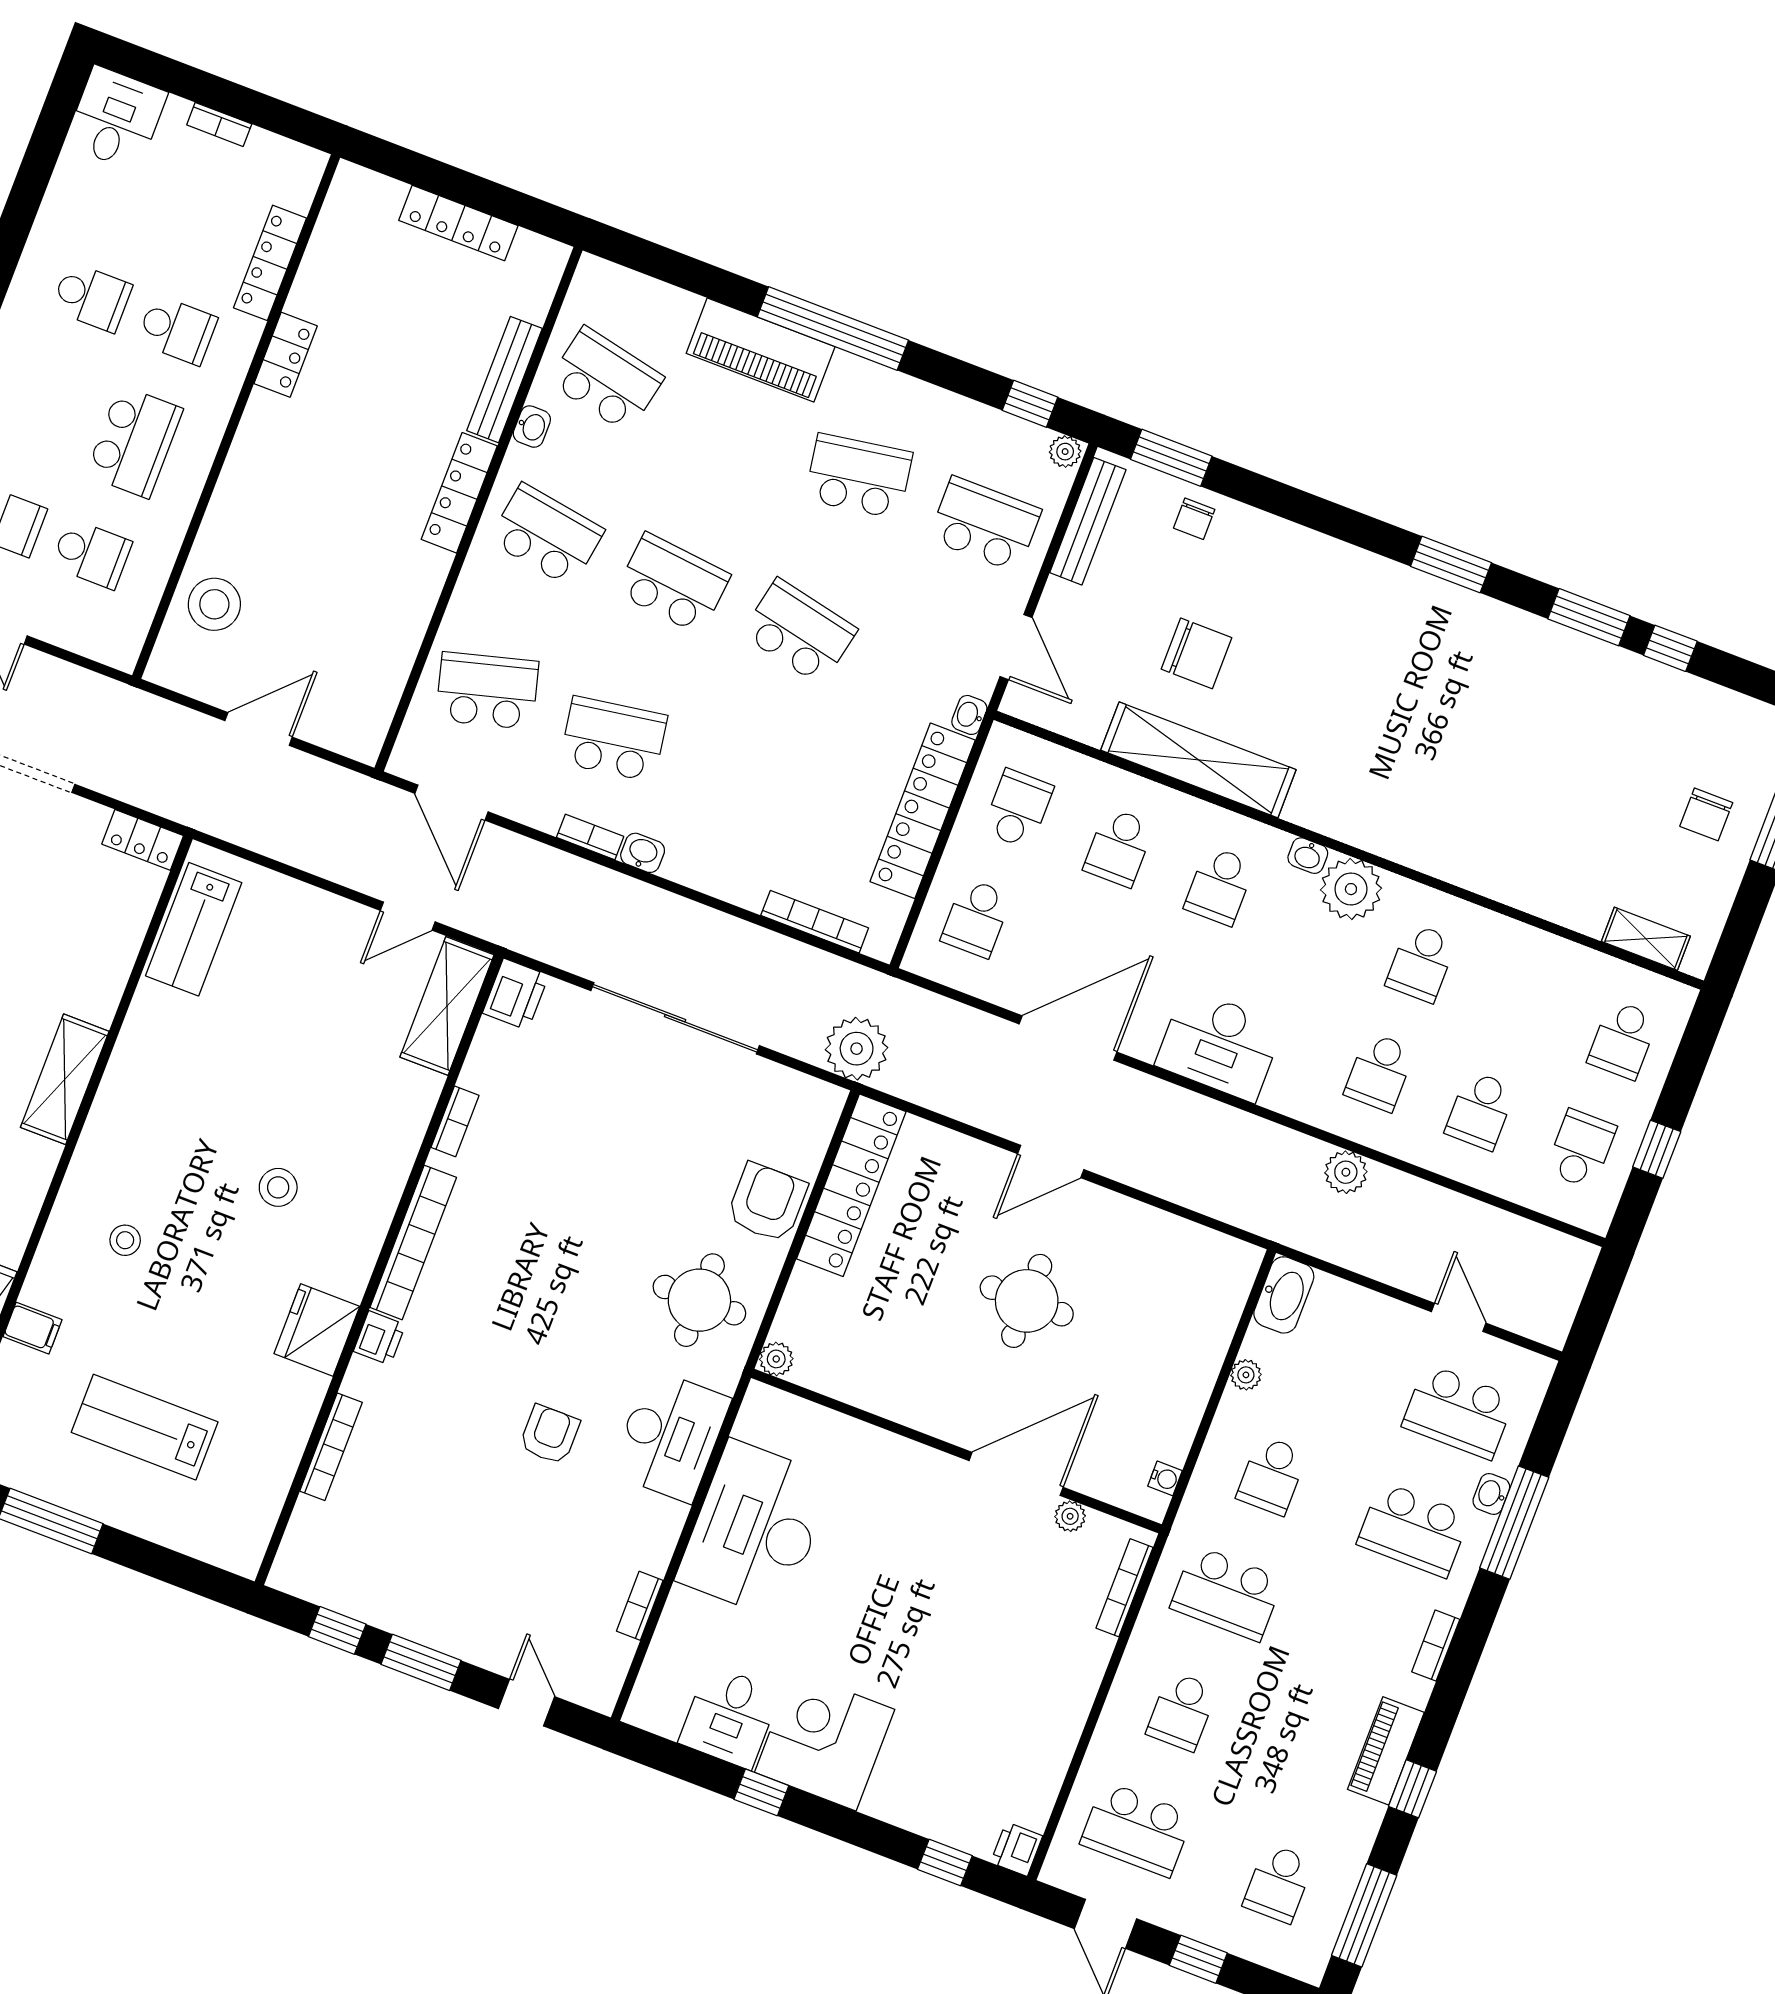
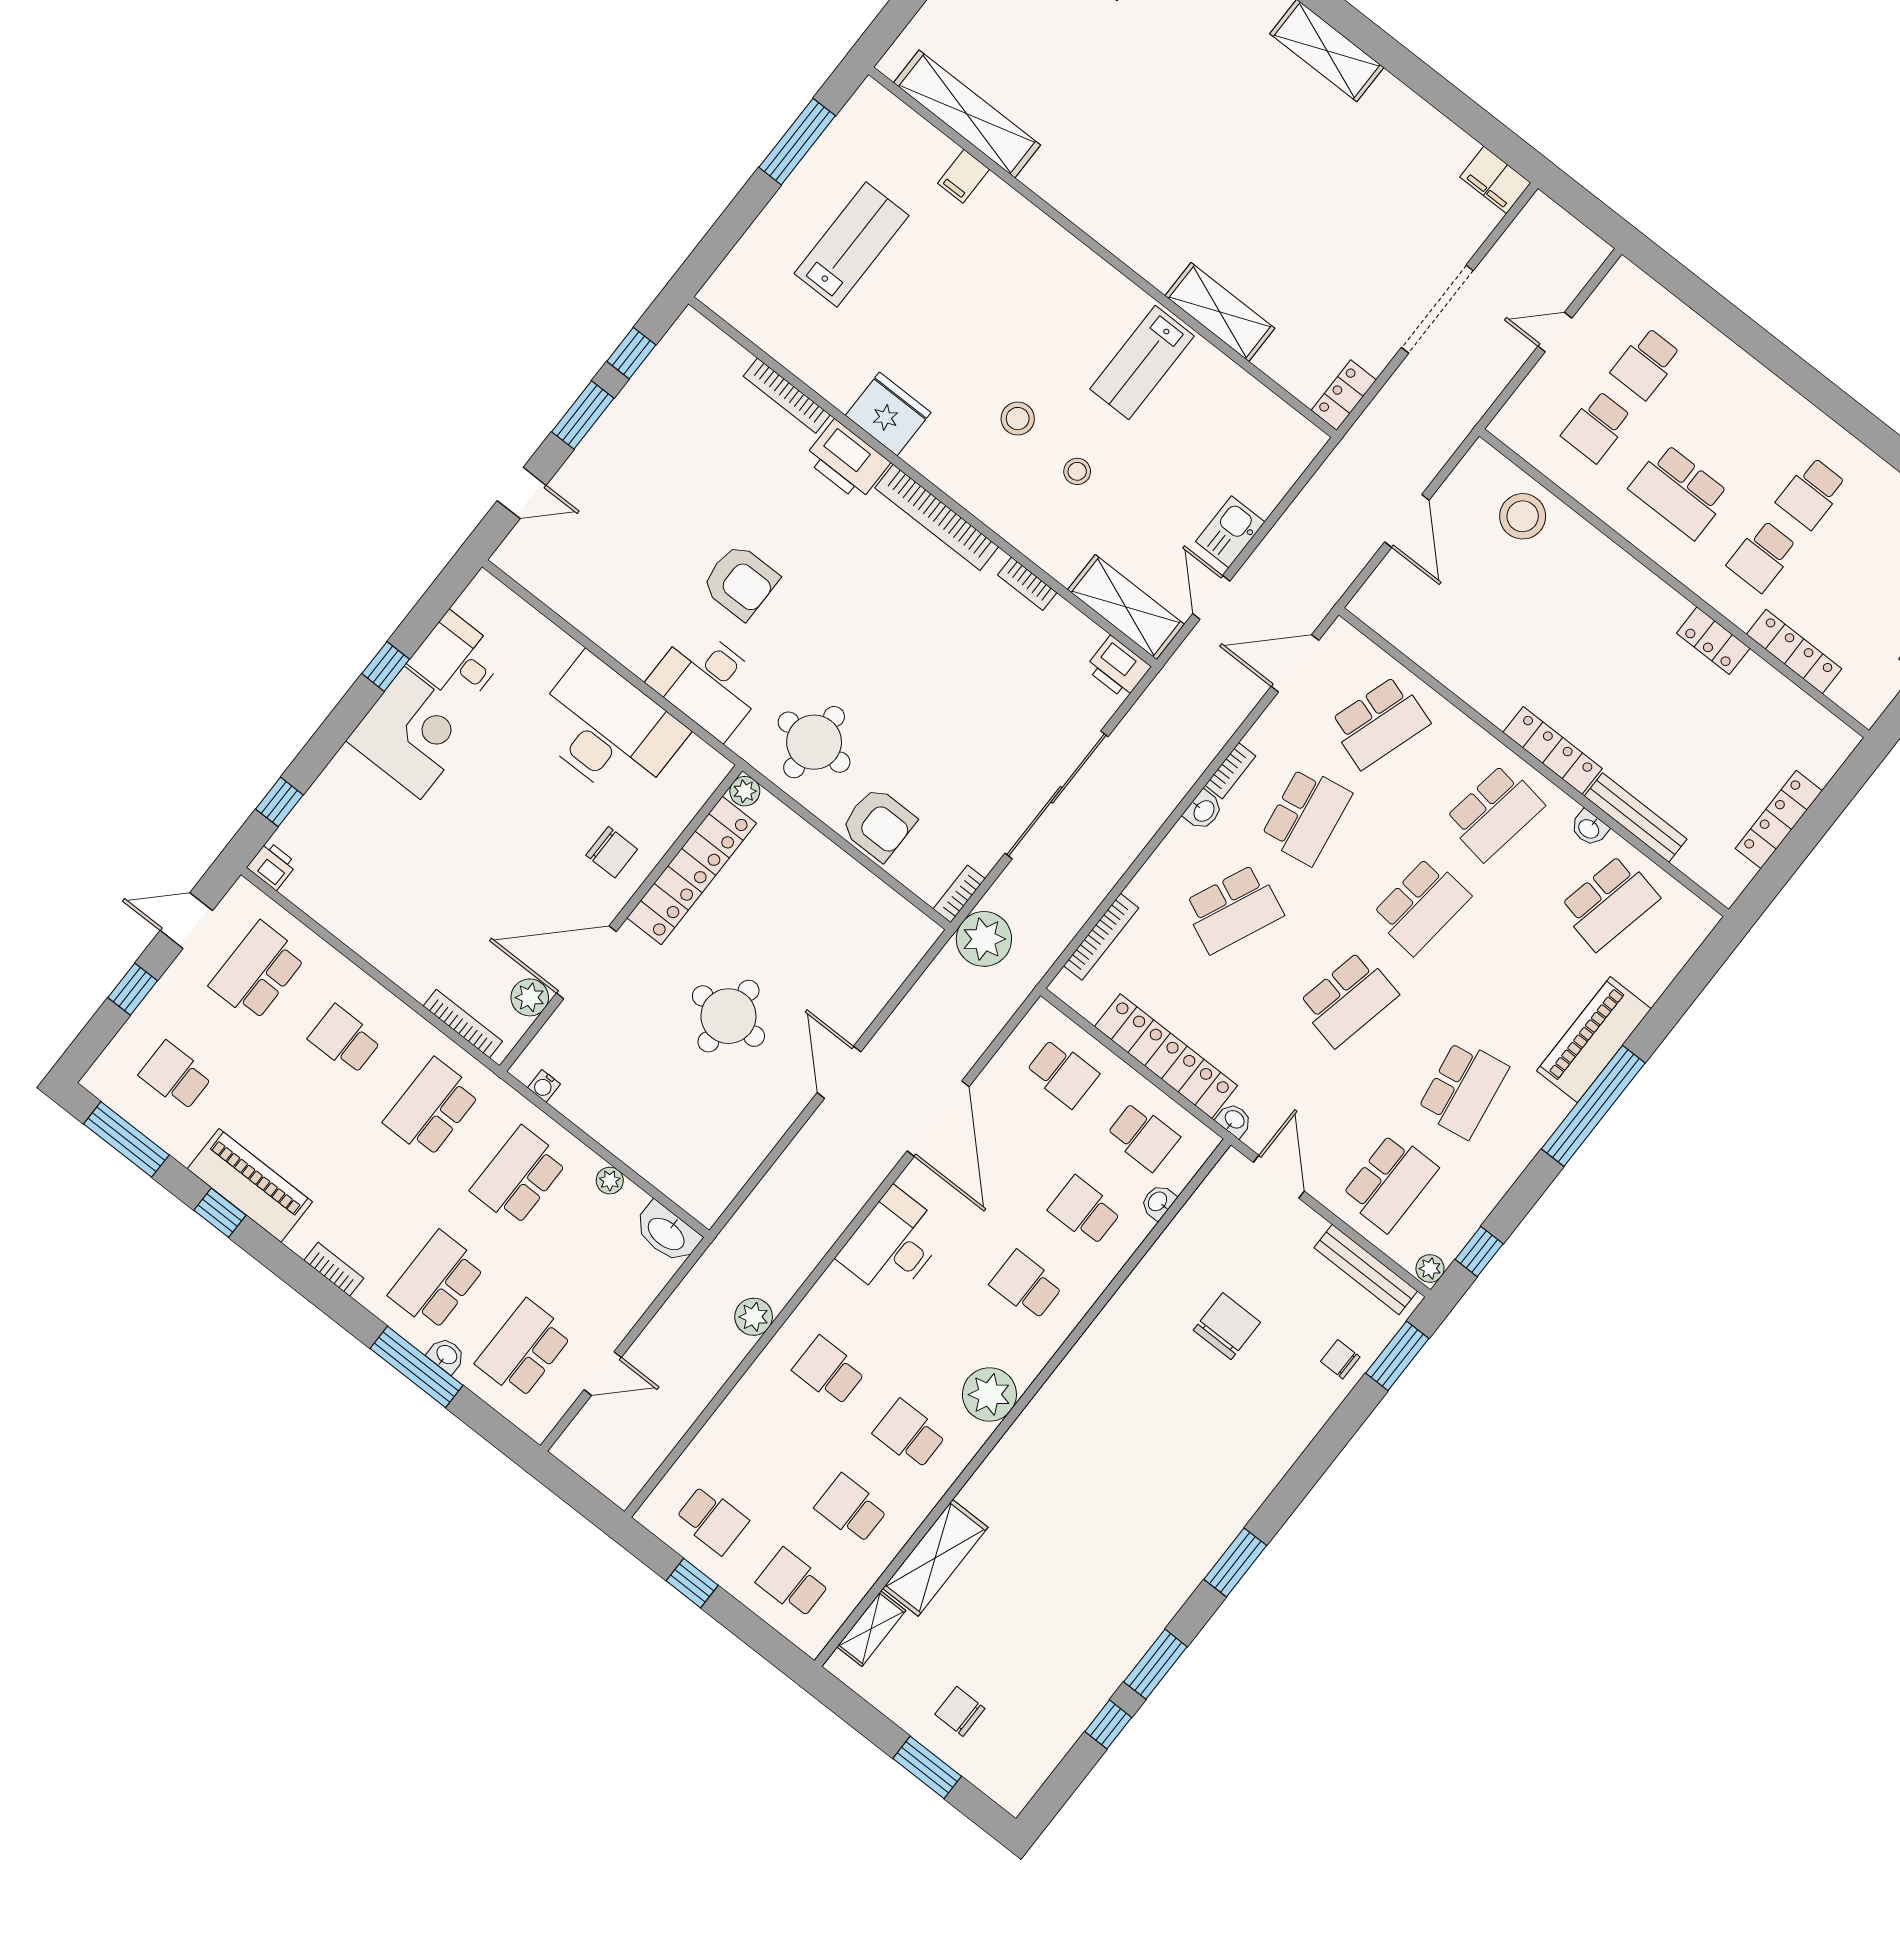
door: (1016, 647) -> (1279, 1177), swing flipped
chair: (1196, 653) -> (1227, 1326), turned 180
school desk: (487, 691) -> (1379, 722), turned 33
shelving: (1198, 760) -> (935, 1558), moved, width x0.68
school desk: (740, 787) -> (1233, 909), added
washbasin: (1308, 856) -> (1158, 1202), moved
kitchen sink: (330, 918) -> (1230, 532), added
school desk: (976, 918) -> (1062, 1073), turned 180
lab bench: (194, 929) -> (1142, 363), moved, turned -90
shelving: (65, 1079) -> (1220, 312), moved
school desk: (1480, 1110) -> (851, 1509), moved
locker: (851, 1185) -> (692, 870), moved, turned -90
stool: (125, 1240) -> (1077, 471), moved
printer: (379, 1338) -> (847, 461), width x1.87, depth x1.48
armchair: (550, 1435) -> (740, 582), width x1.38, depth x1.38
door: (1016, 1474) -> (586, 962), swing flipped
school desk: (1272, 1475) -> (519, 1176), width x1.85
chair: (888, 1483) -> (612, 852), added
plant: (1070, 1516) -> (530, 997), width x1.38, depth x1.38
bookcase: (640, 1606) -> (959, 894), moved, turned -90
piano: (1386, 1751) -> (250, 1185), width x1.37, depth x1.33

